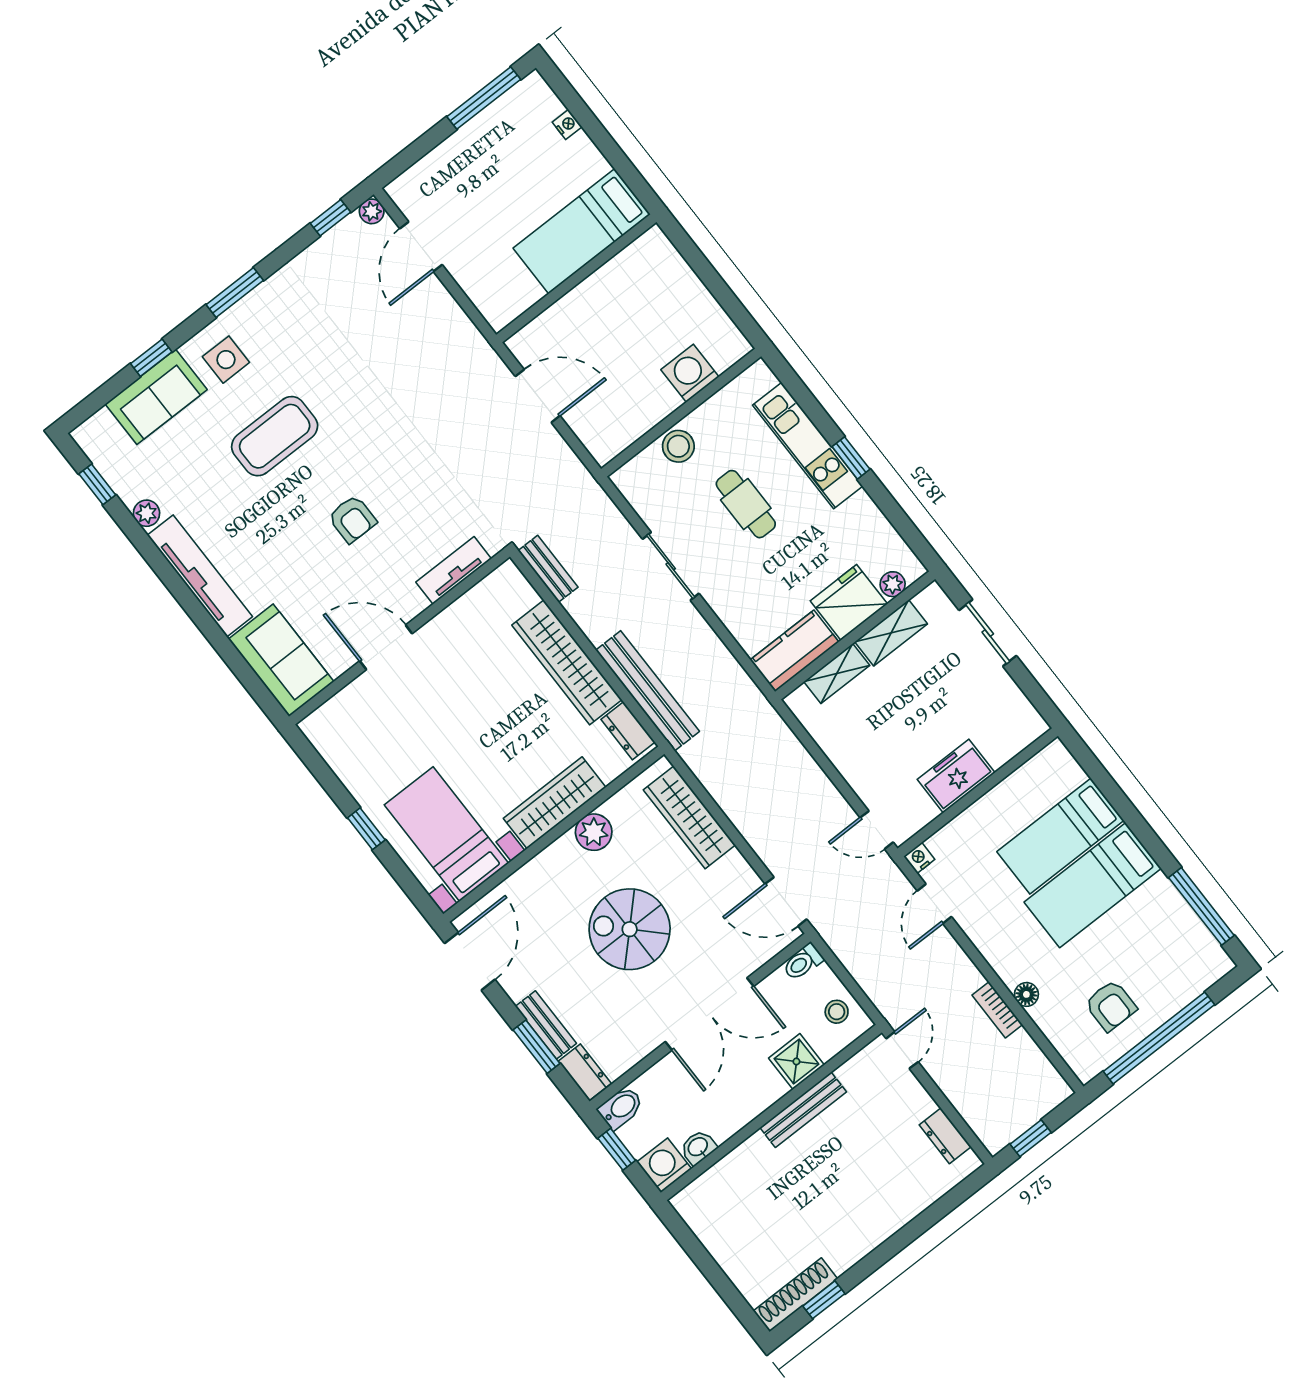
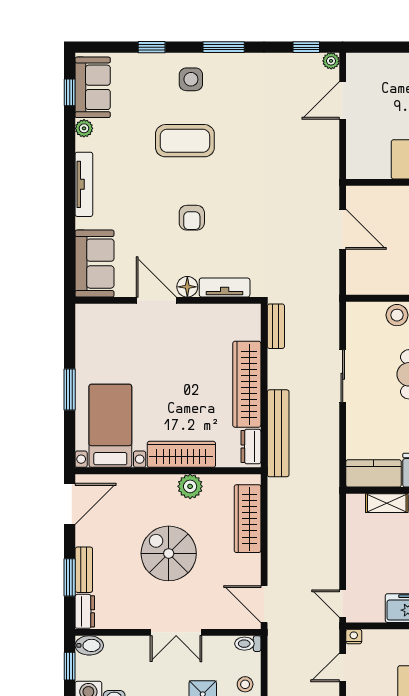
sofa: (156, 397) -> (93, 87), moved, turned -90
tv unit: (200, 576) -> (84, 184), width x0.73, depth x0.78
floor lamp: (410, 603) -> (187, 287), added
window: (366, 829) -> (70, 389), width x1.50
double door: (710, 1014) -> (176, 632), width x0.73

